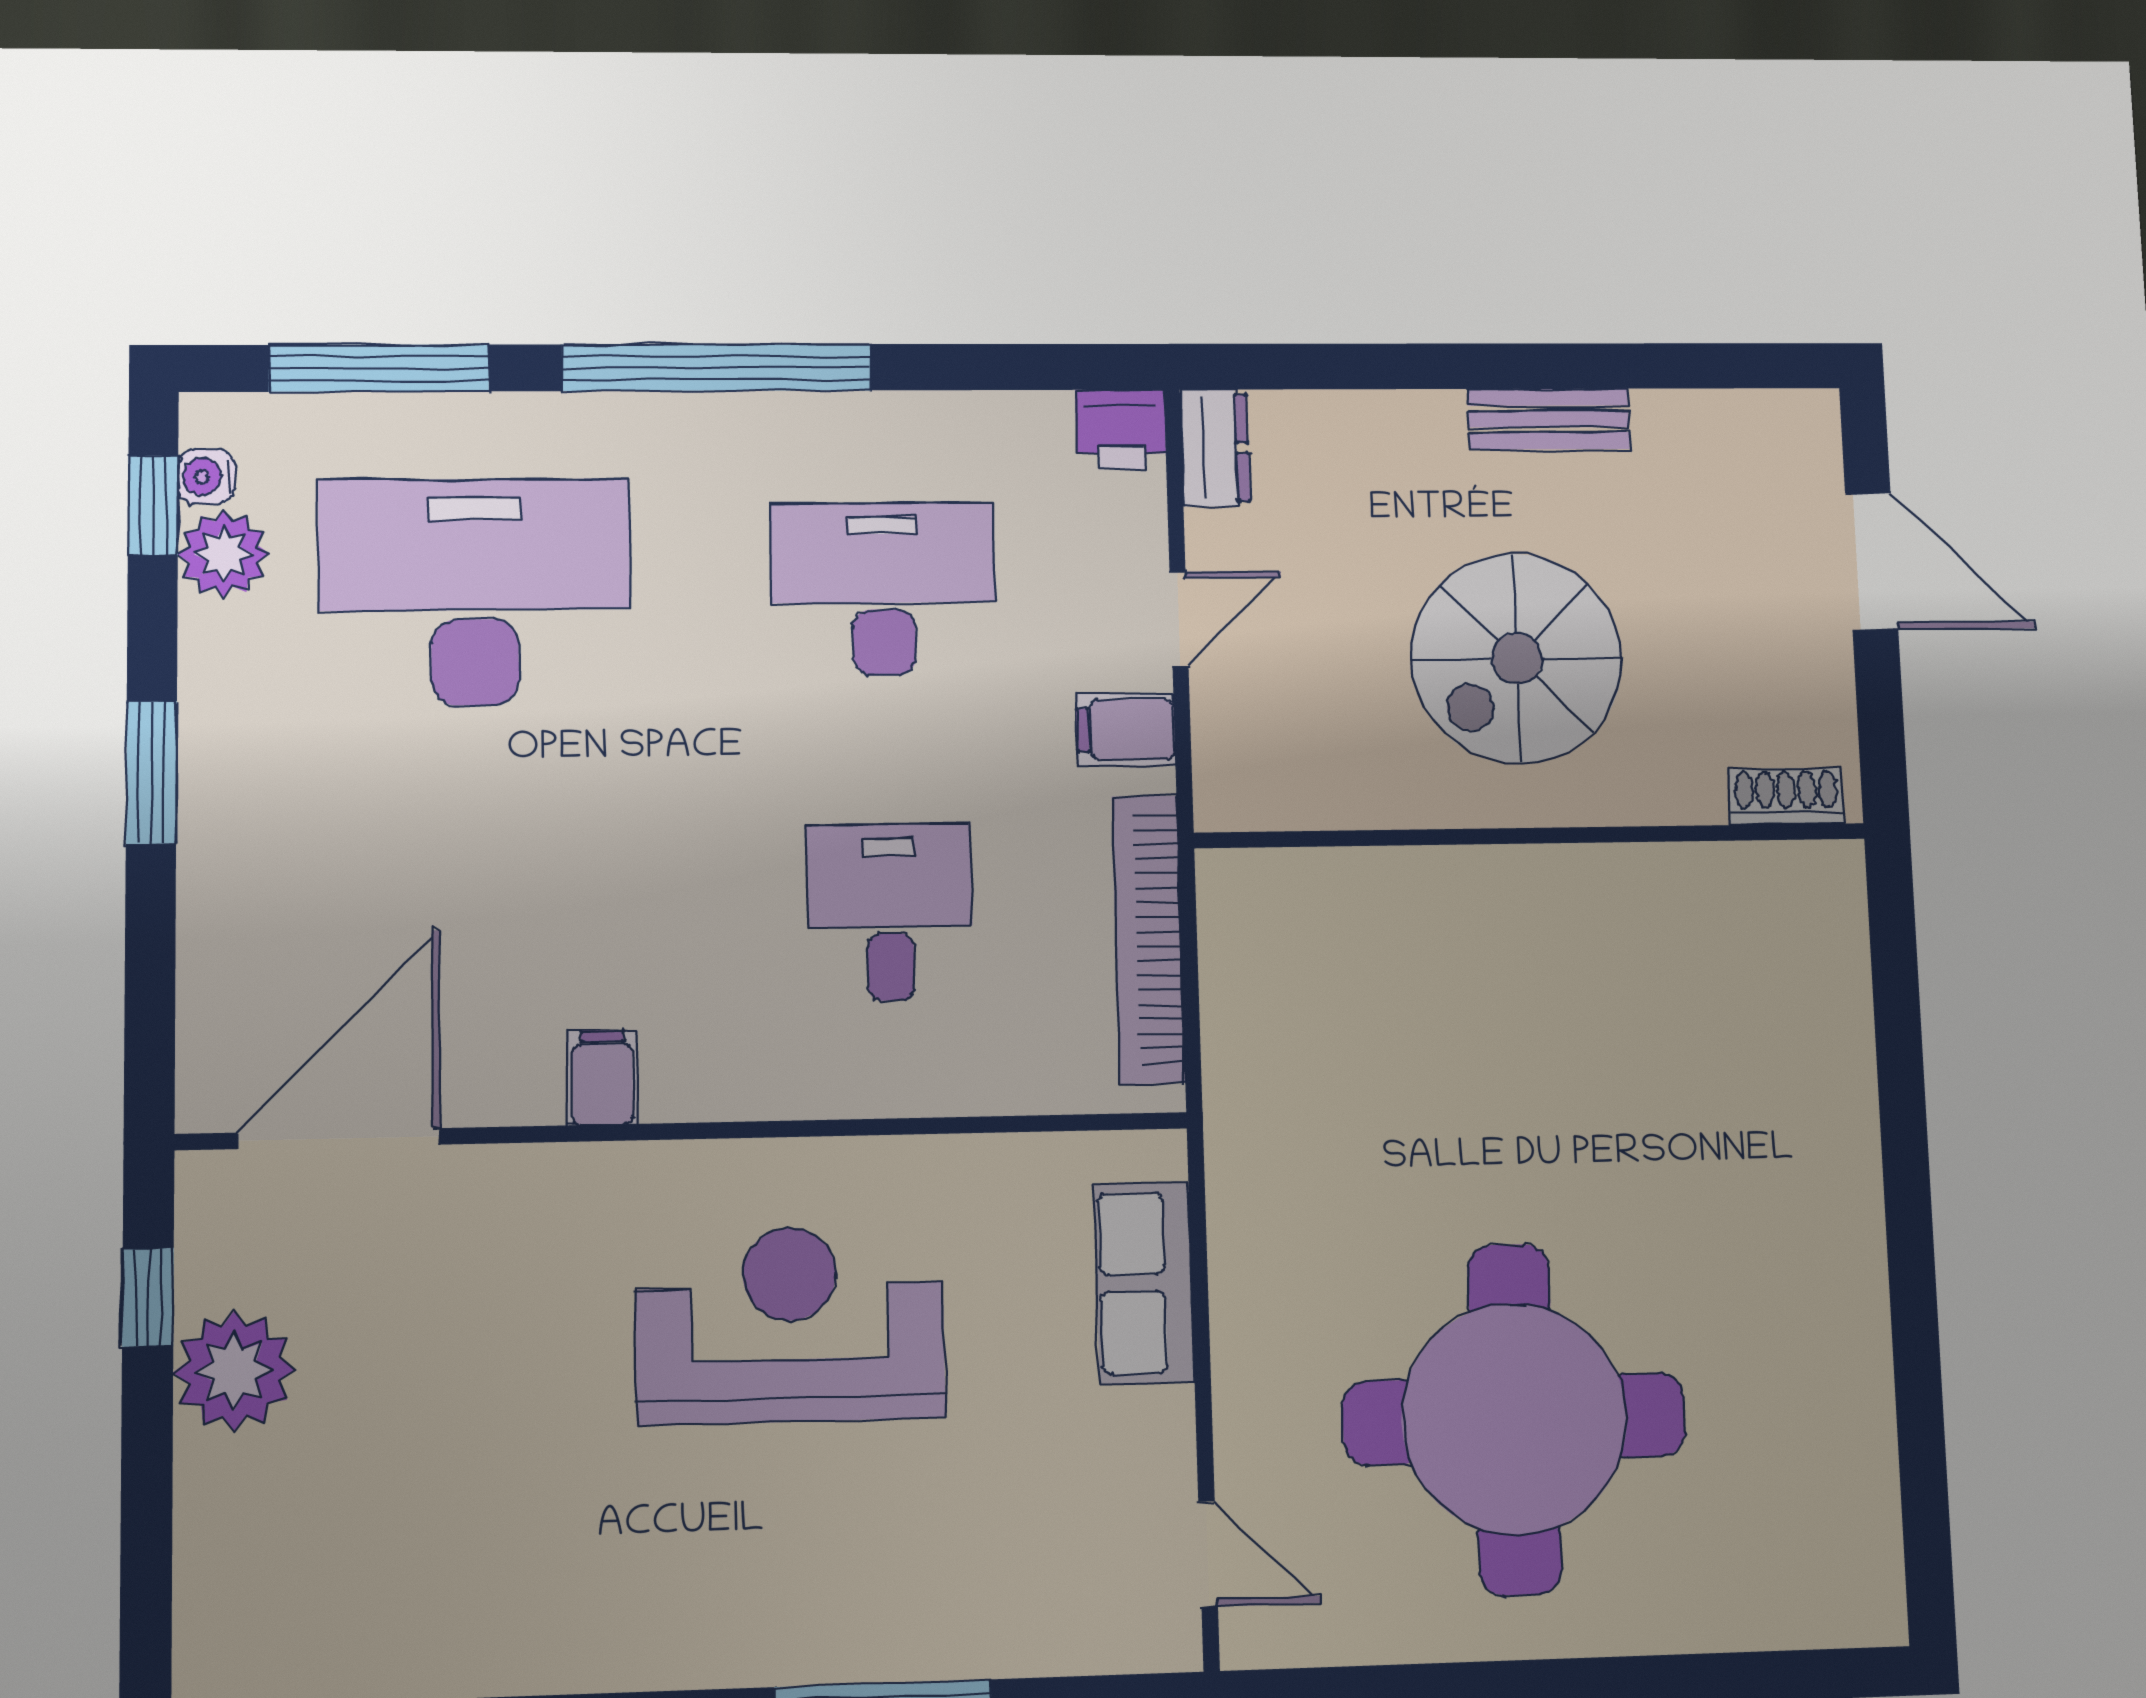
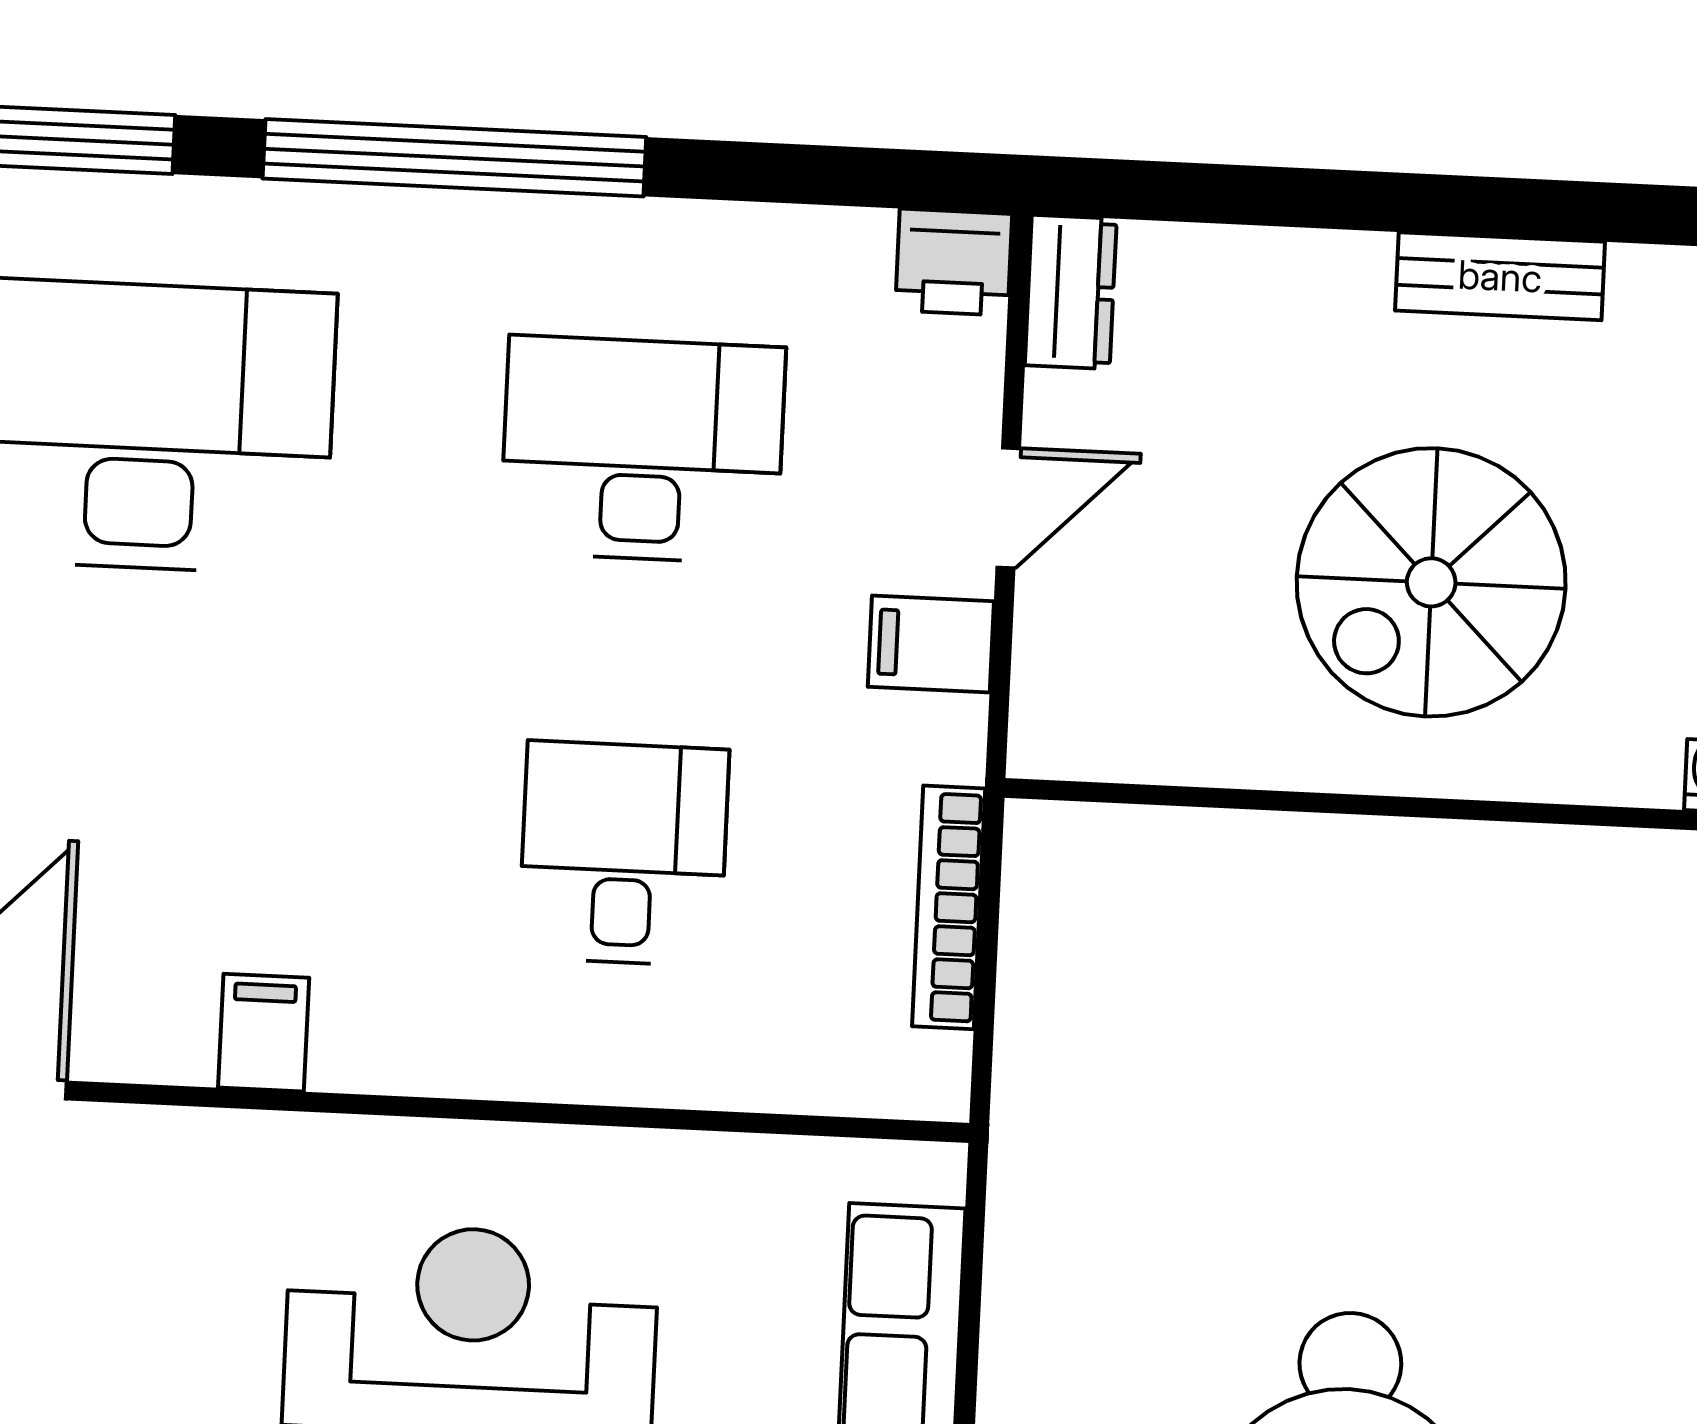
bookcase: (1148, 939) -> (949, 907), width x0.68, depth x0.76

